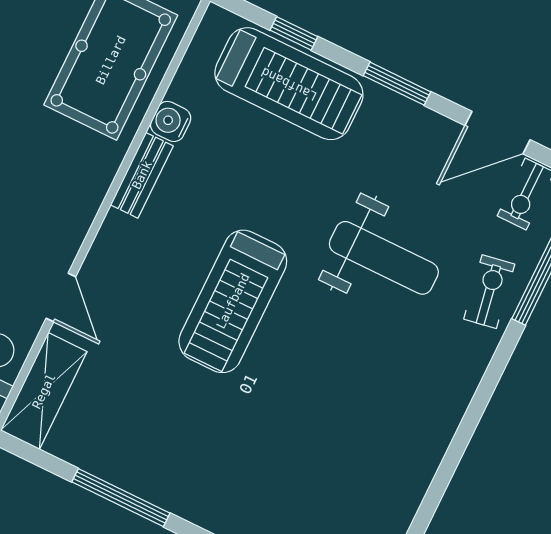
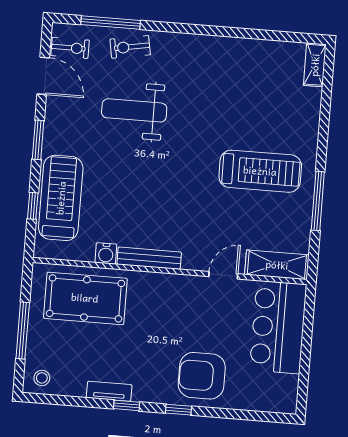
bench: (142, 175) -> (149, 258), width x1.36
weight bench: (384, 258) -> (134, 110), turned -90
treadmill: (233, 301) -> (260, 171), moved

